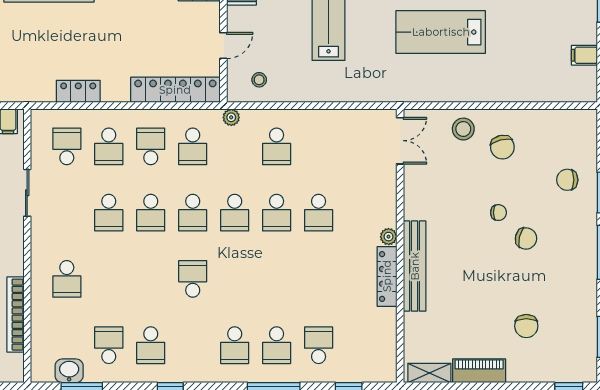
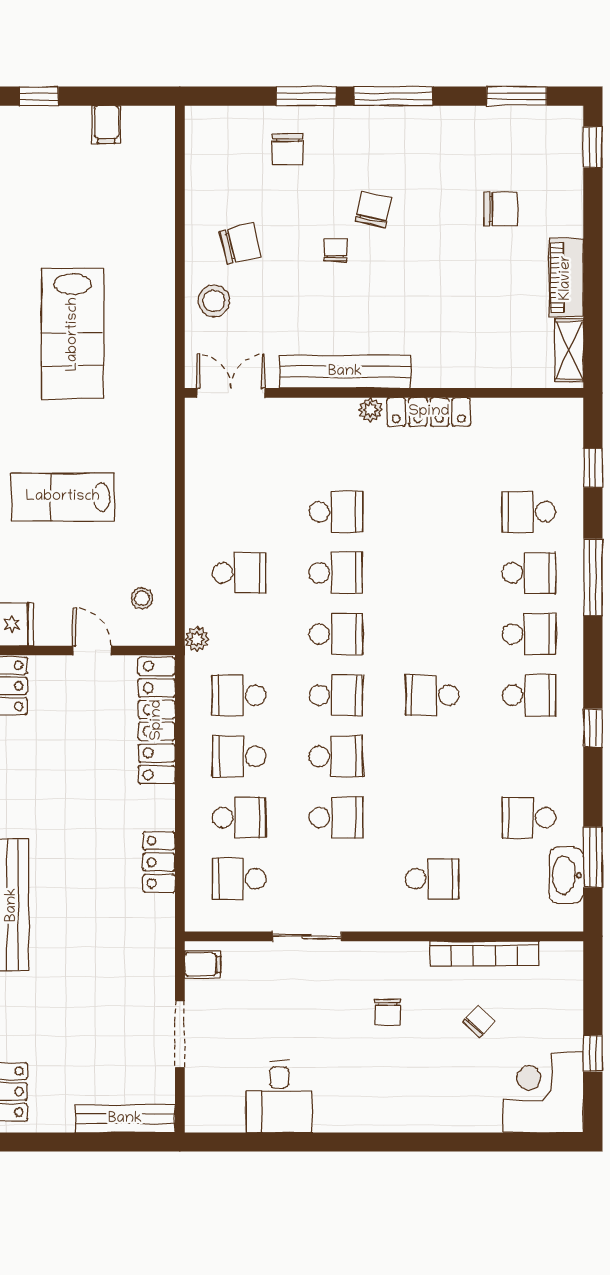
school desk: (193, 146) -> (239, 695), turned 180
bench: (415, 266) -> (345, 372), moved
school desk: (151, 345) -> (529, 695), moved
washbasin: (69, 371) -> (566, 875), width x1.38

